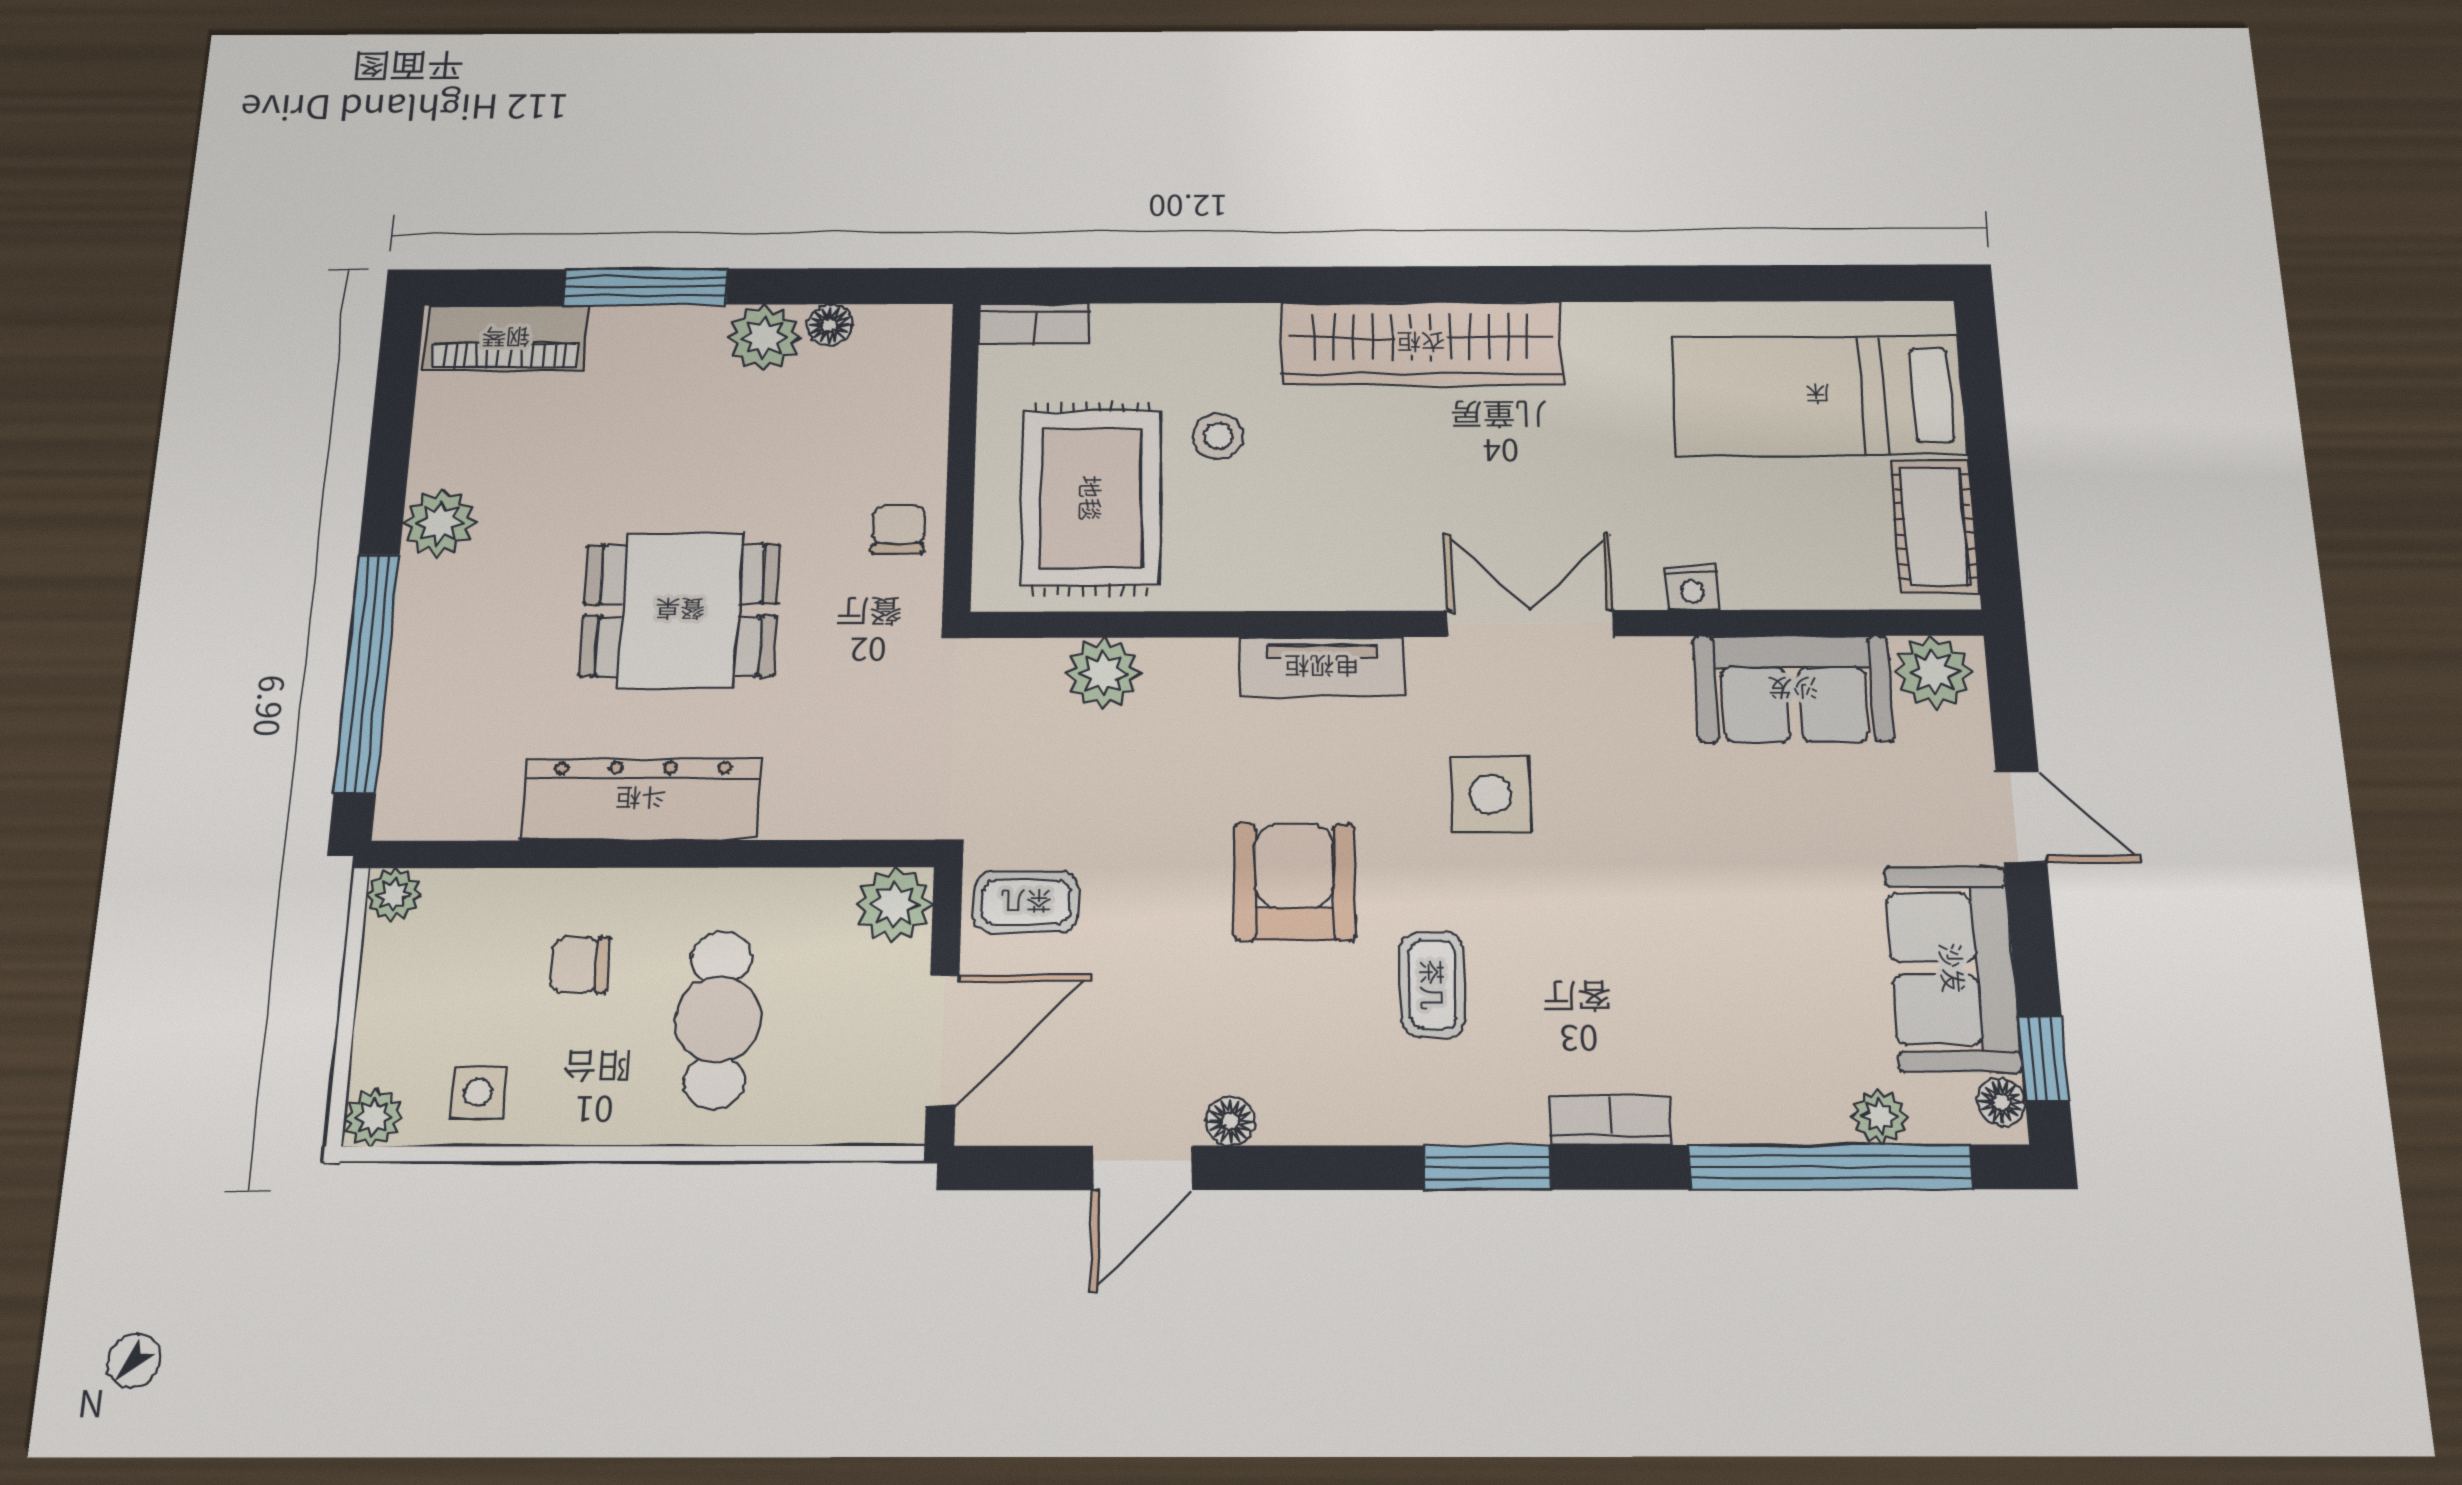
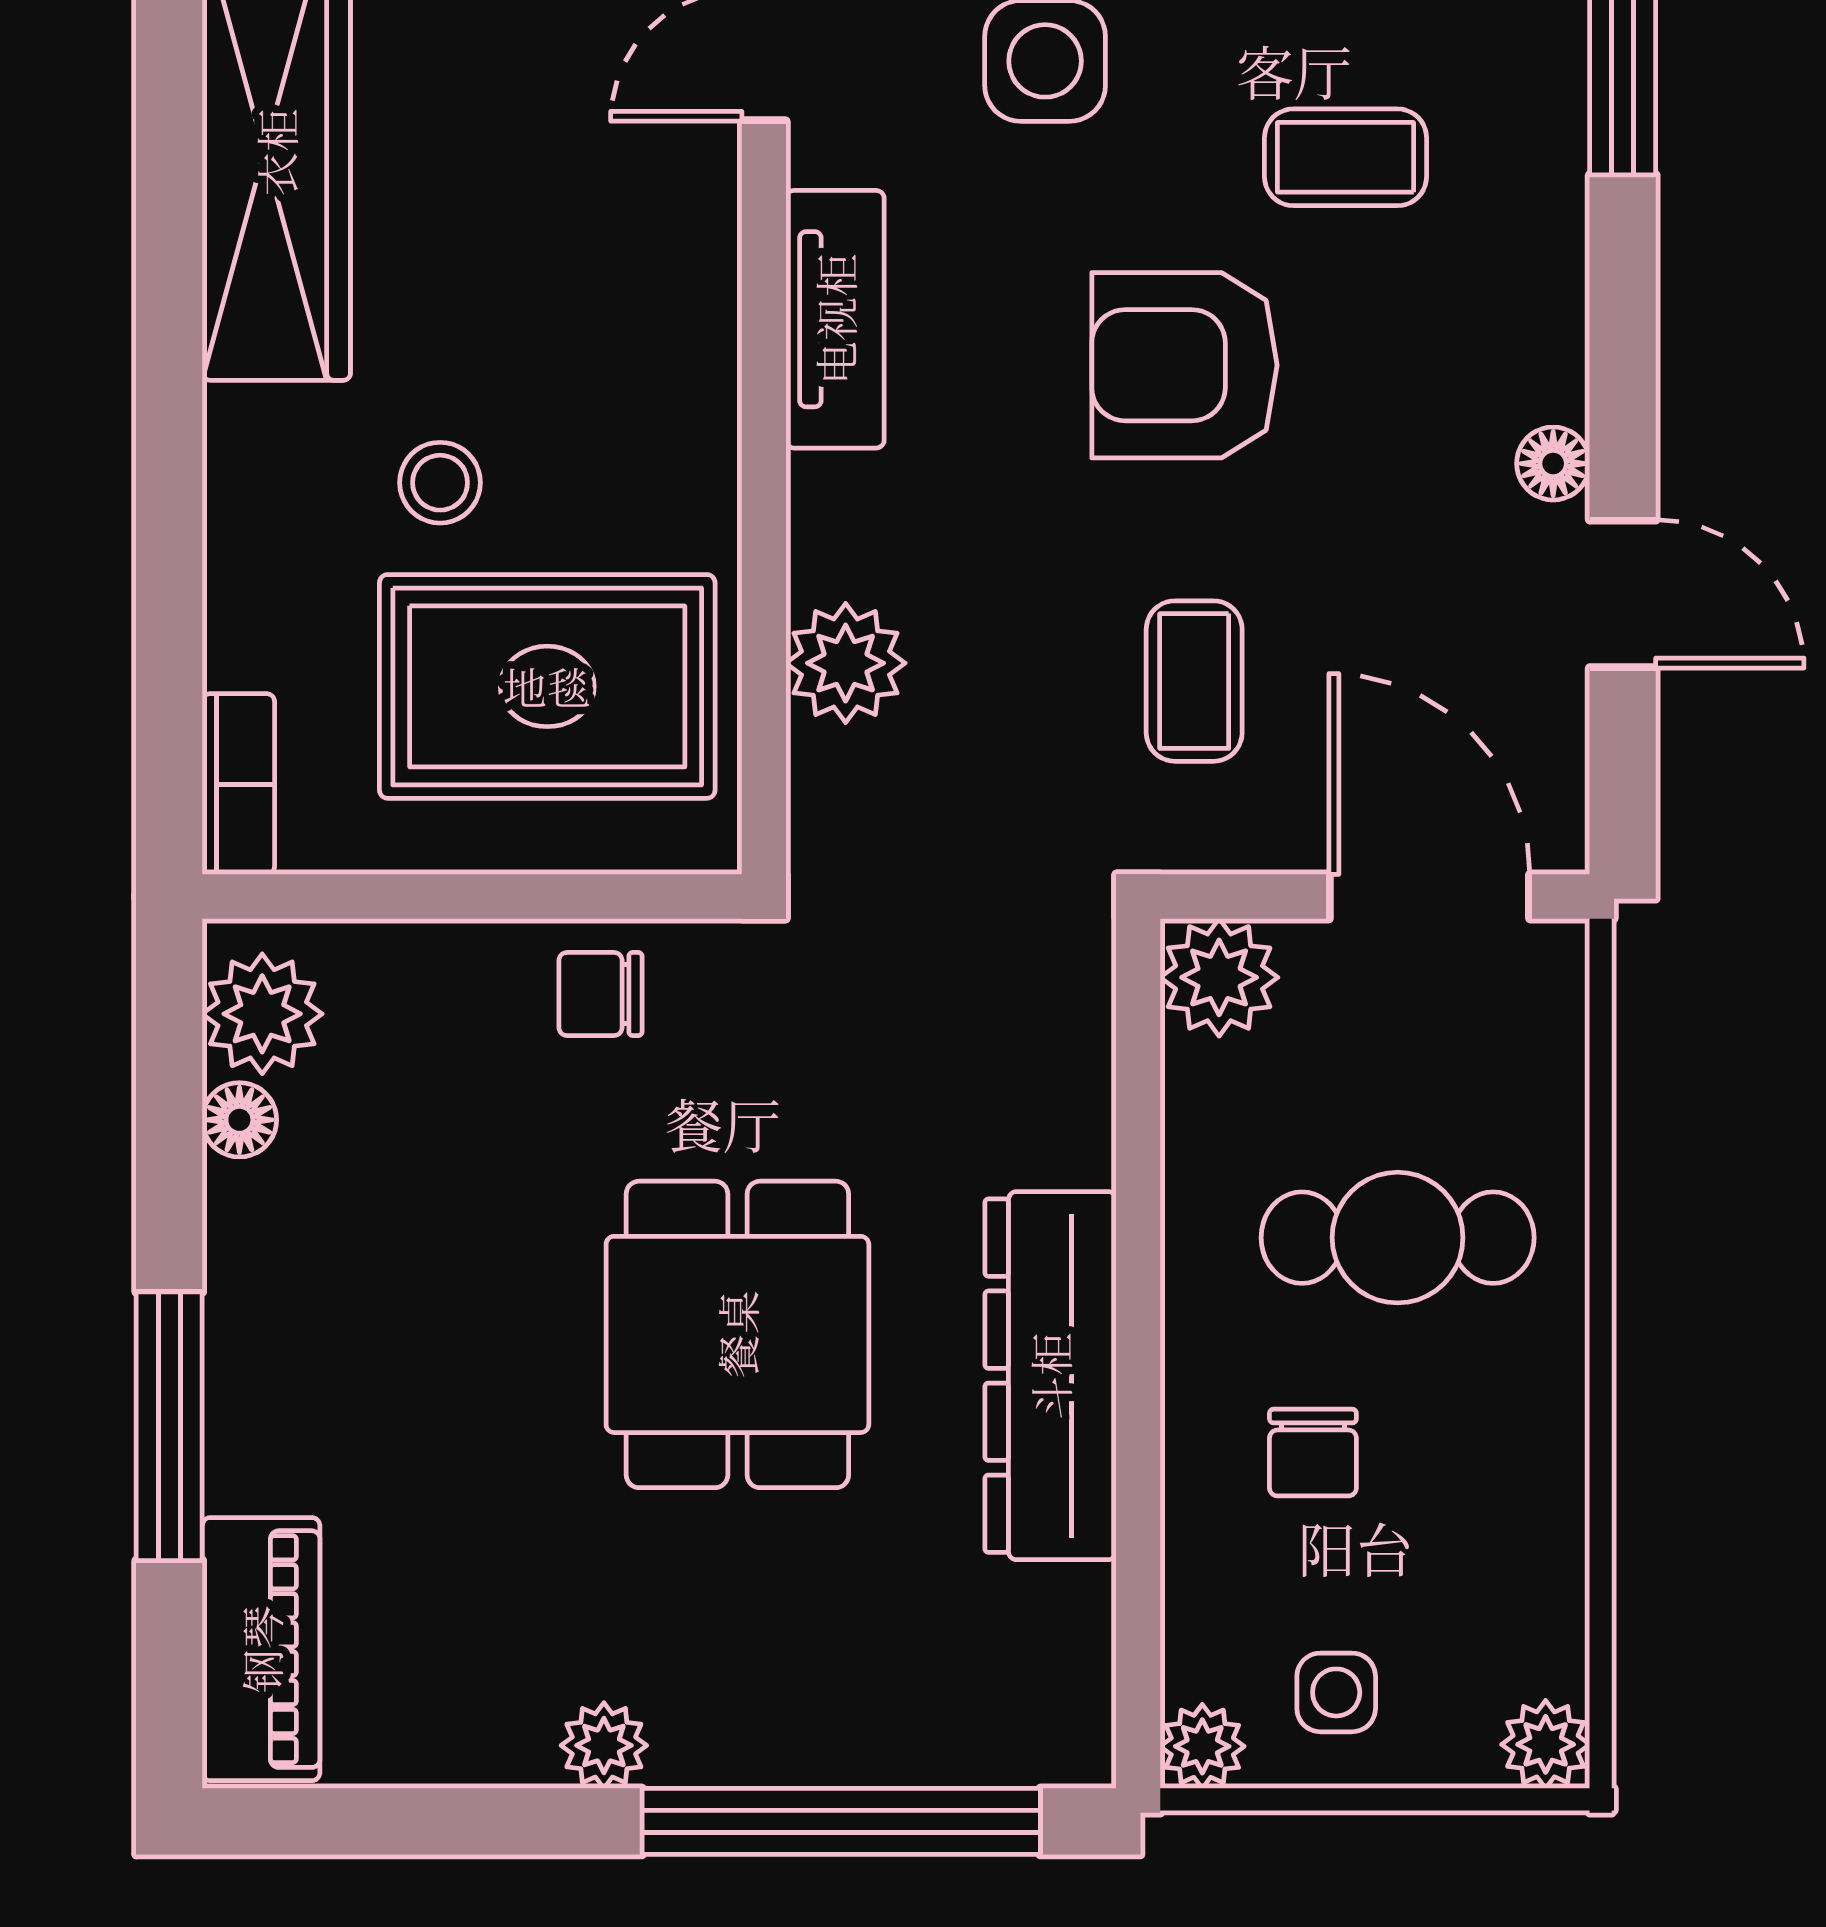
plant: (764, 338) -> (262, 1014), moved
plant: (440, 523) -> (604, 1745), width x0.73, depth x0.73
coffee table: (1026, 902) -> (1194, 681), moved
side table: (478, 1093) -> (1336, 1692), moved

